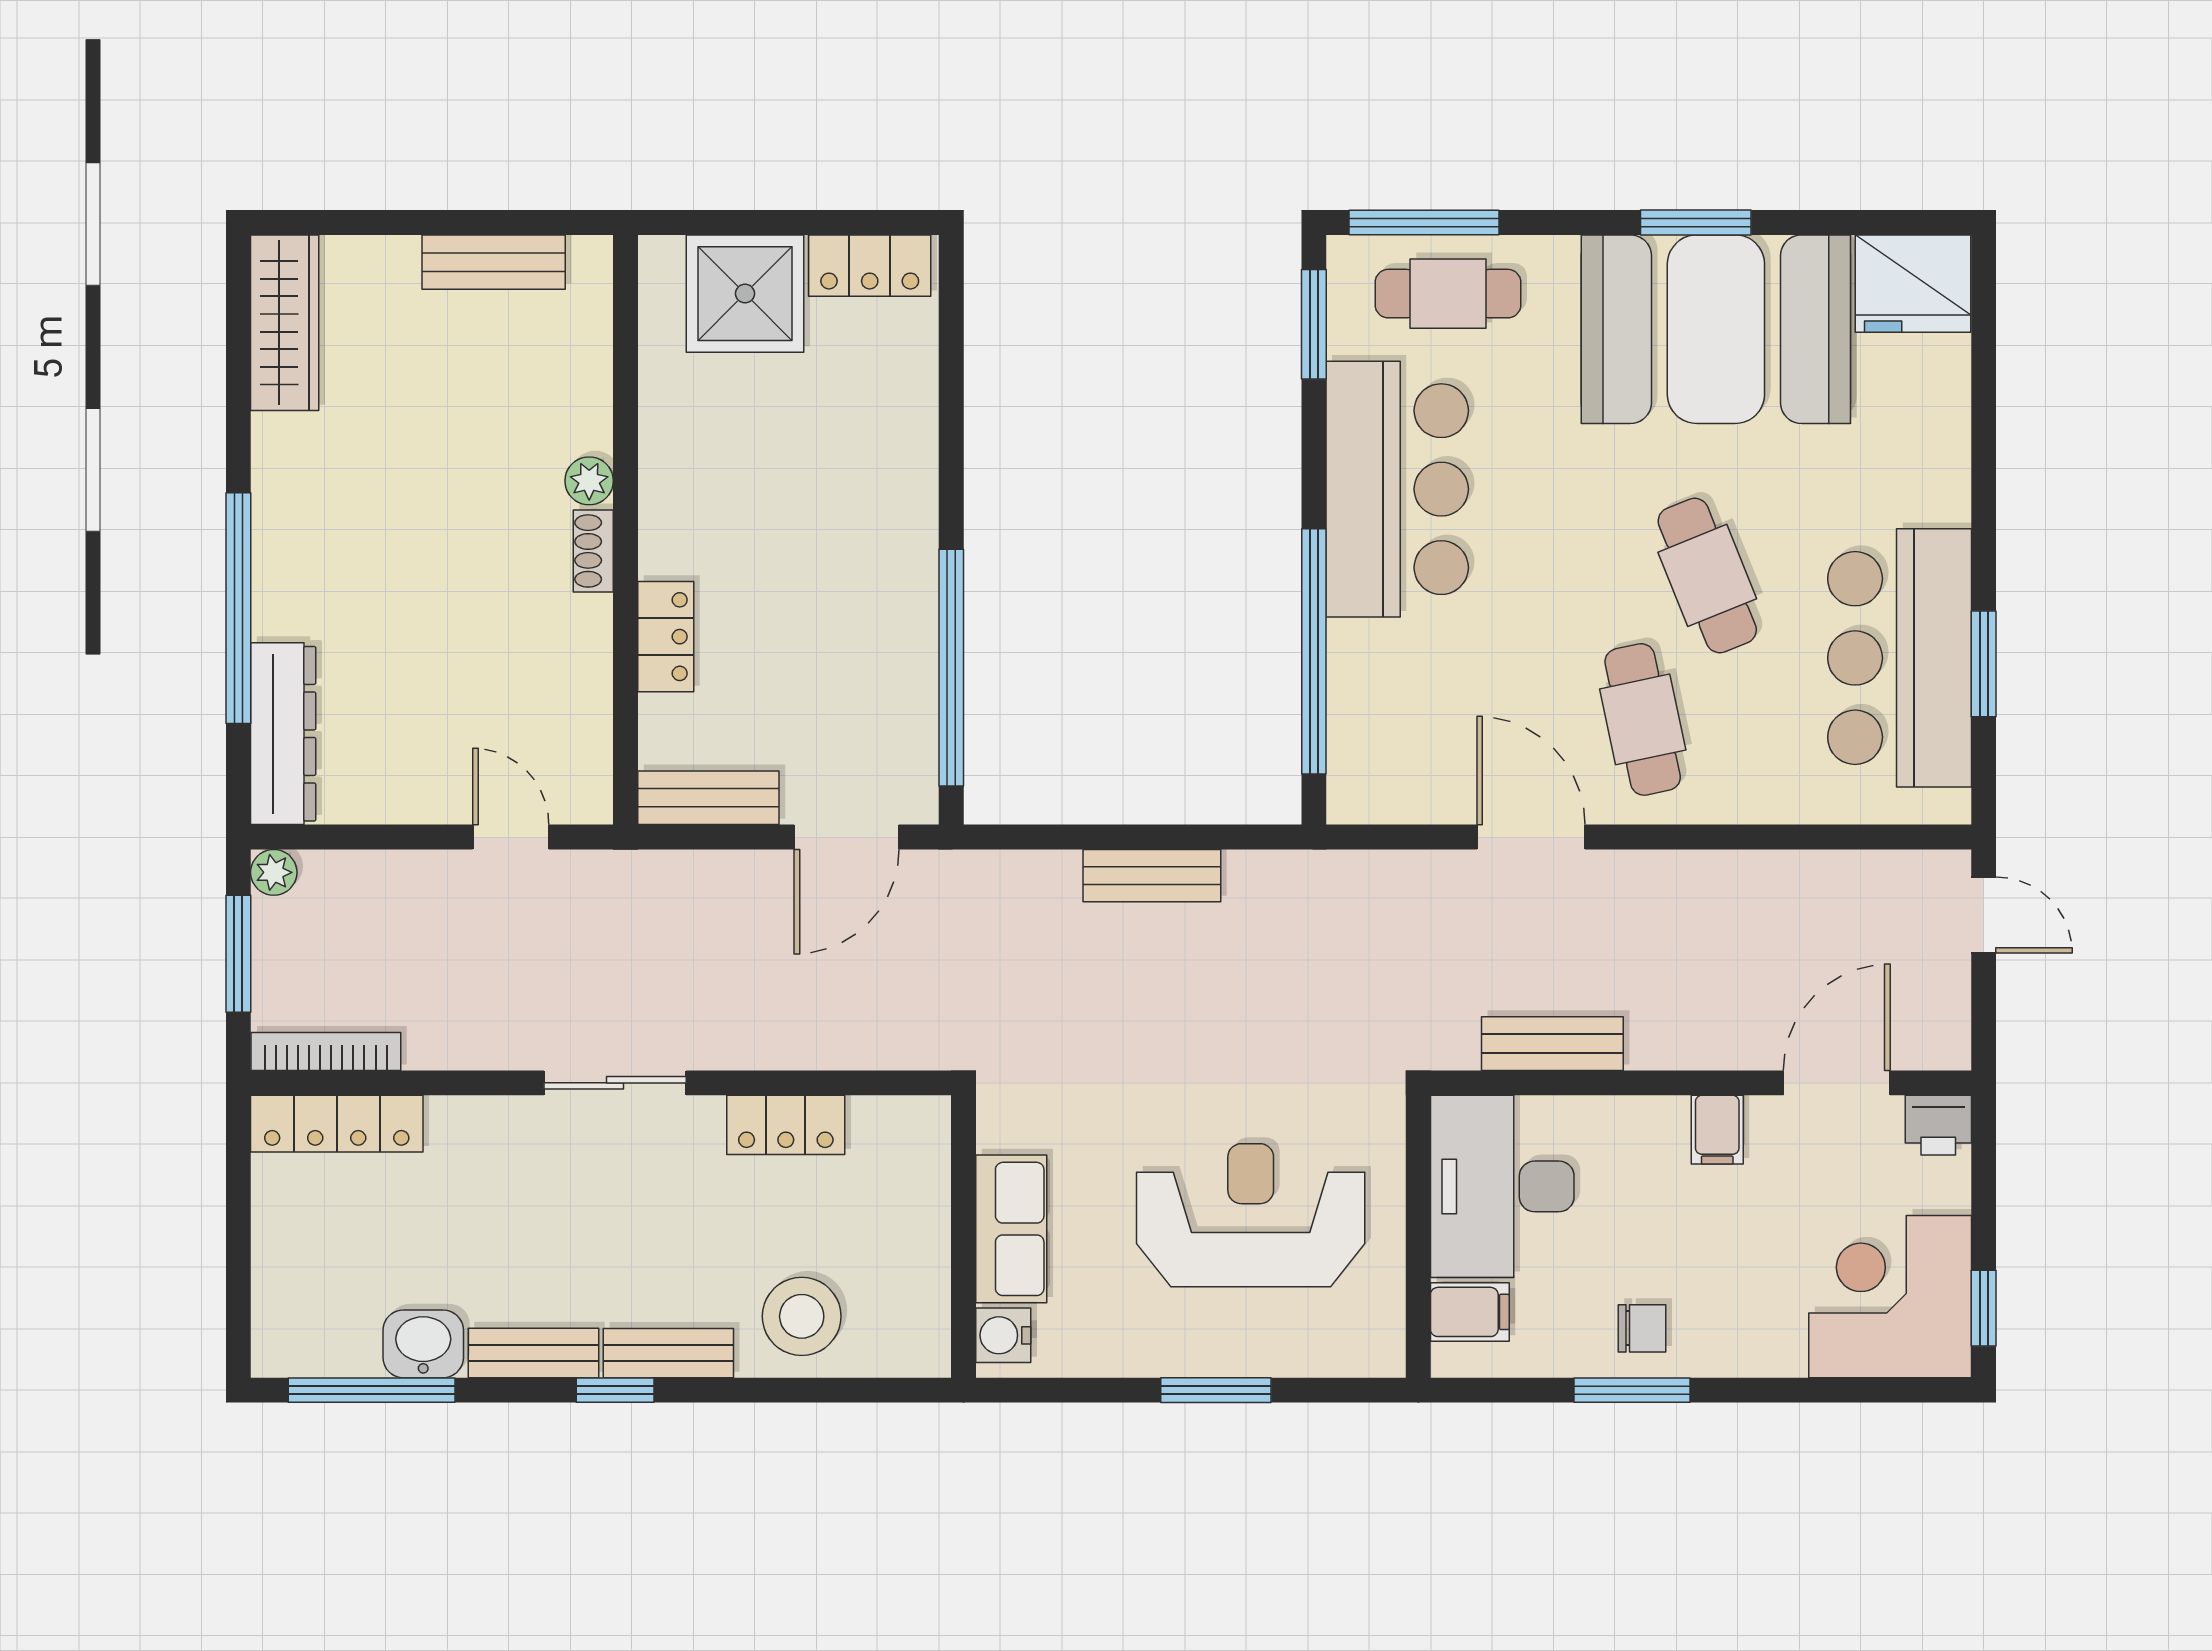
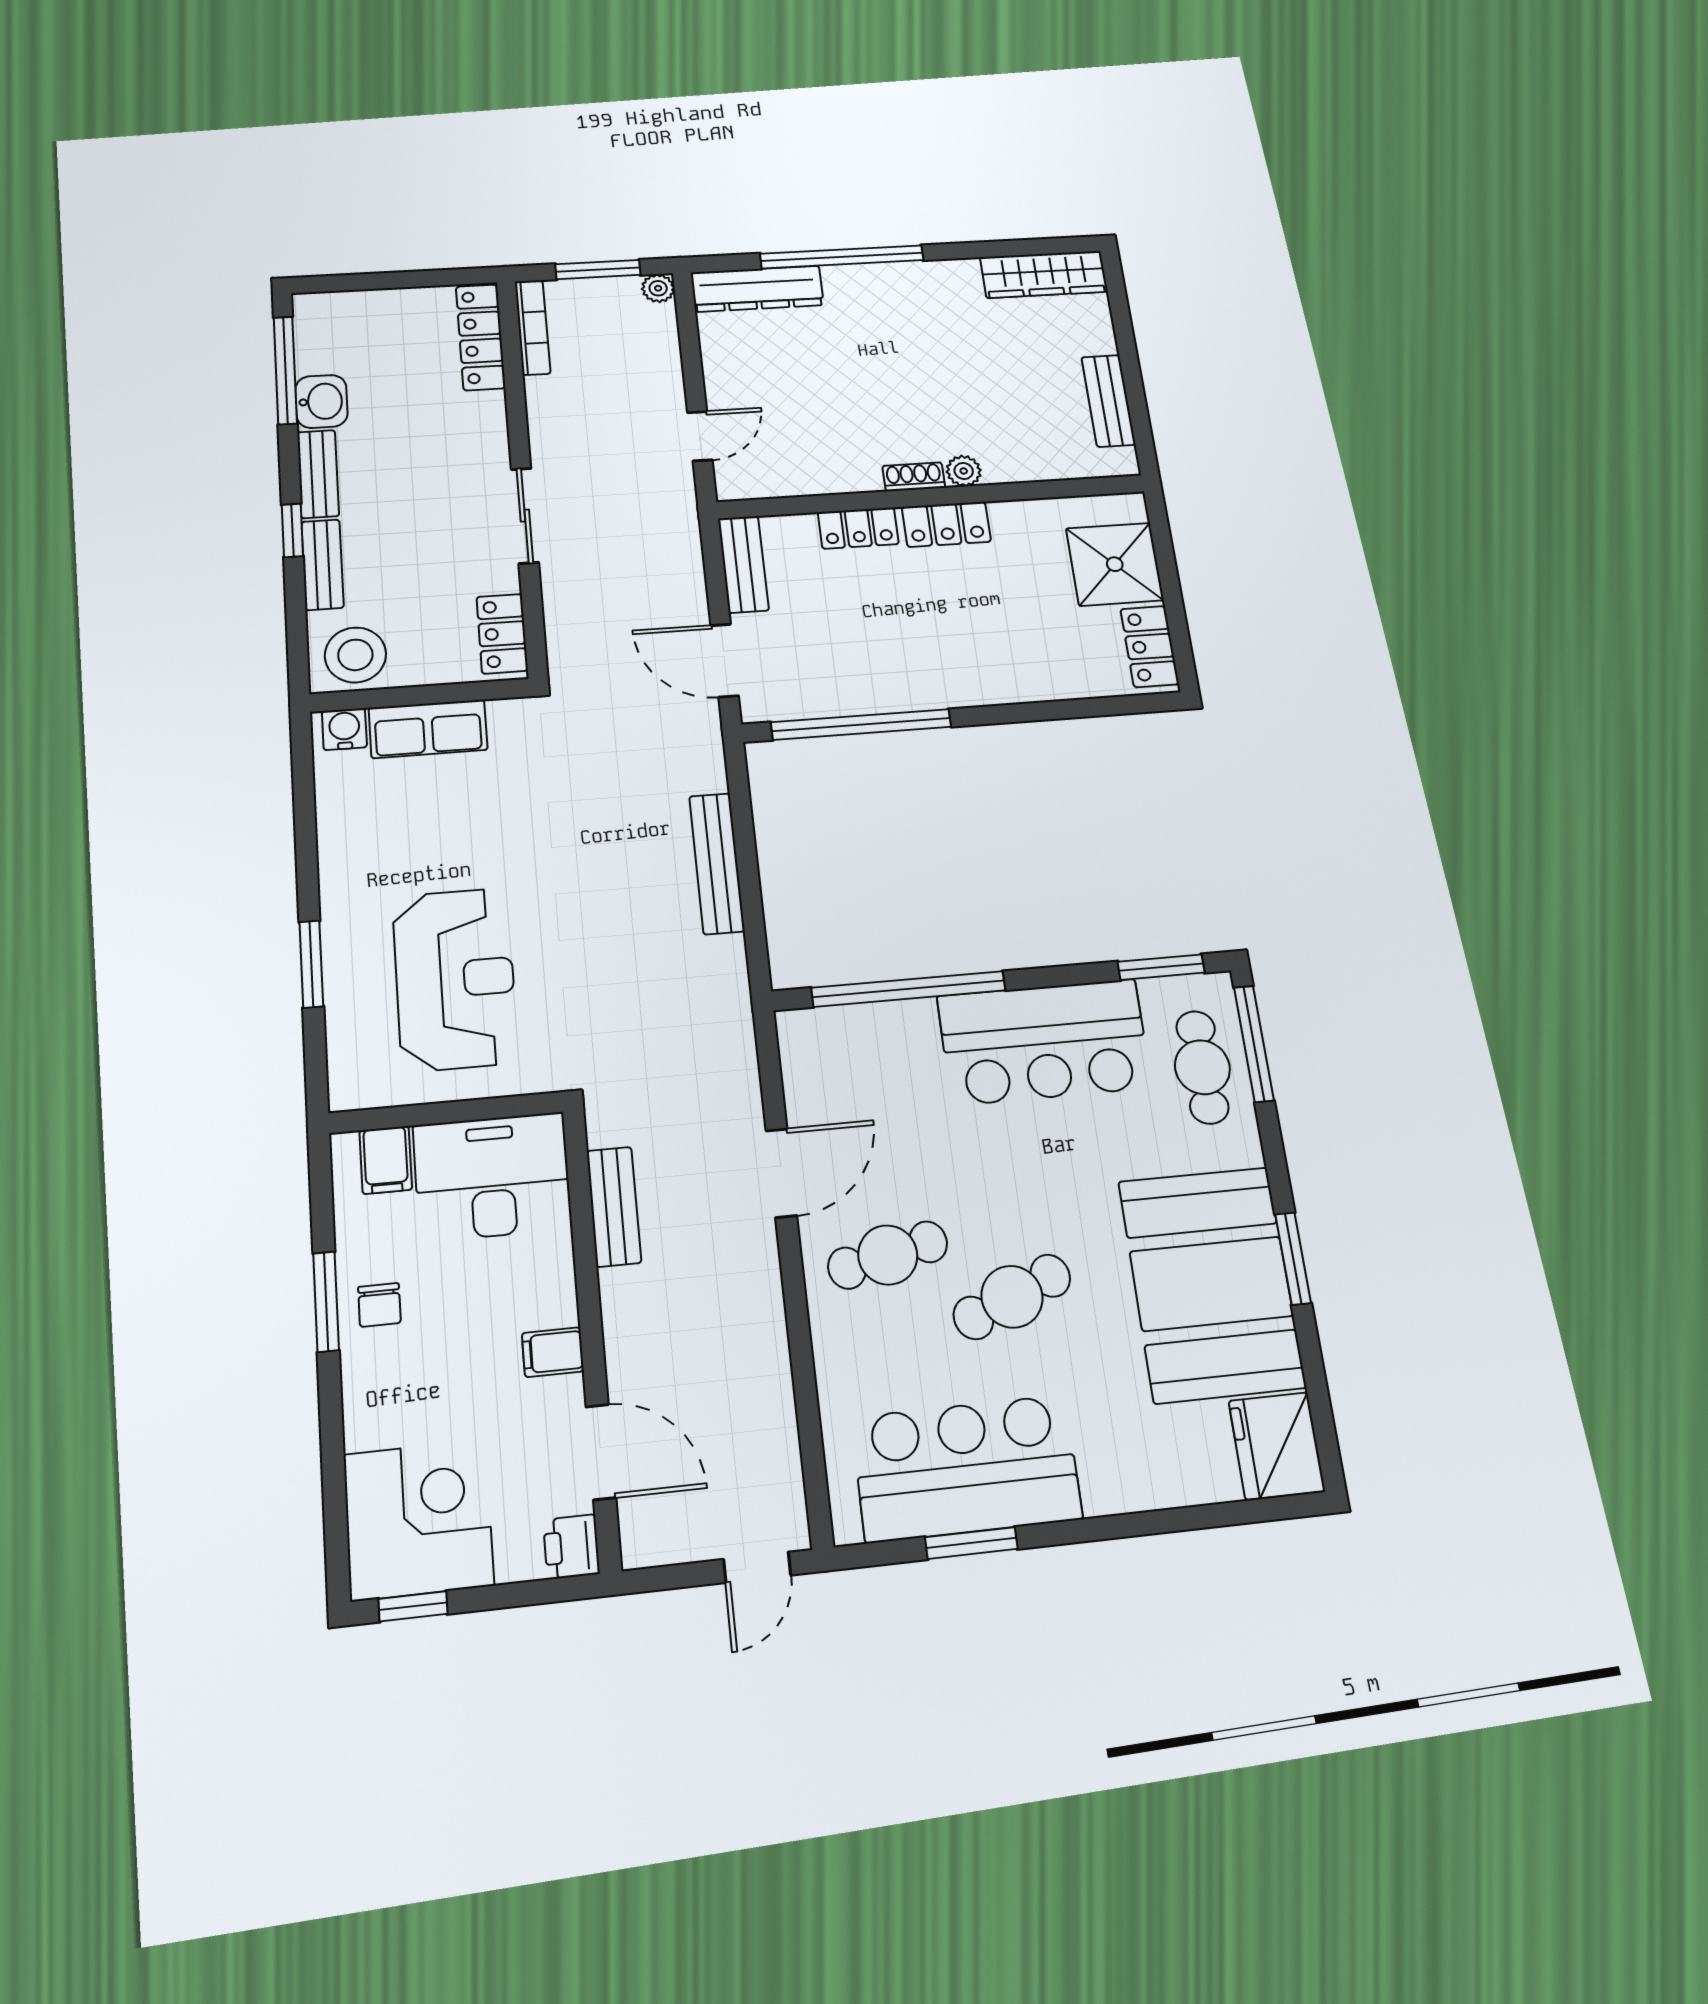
locker: (669, 516) -> (946, 524), added
bench: (1152, 876) -> (717, 863), width x1.36
row of seats: (1011, 1229) -> (428, 729), moved
wall: (964, 1236) -> (420, 695), moved
water cooler: (1003, 1335) -> (344, 729), moved

